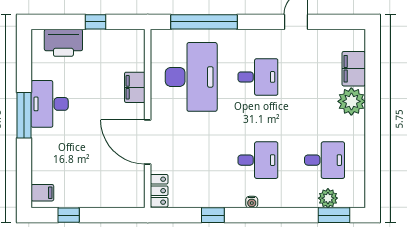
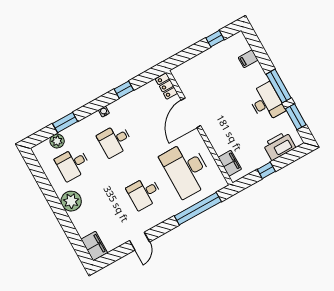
window: (24, 67) -> (296, 117), added
filing cabinet: (354, 69) -> (94, 246), moved
filing cabinet: (135, 87) -> (230, 163), moved
plant: (351, 101) -> (71, 201), moved
door: (148, 142) -> (191, 113), swing flipped
filing cabinet: (42, 193) -> (248, 59), moved
window: (334, 215) -> (65, 122), moved

